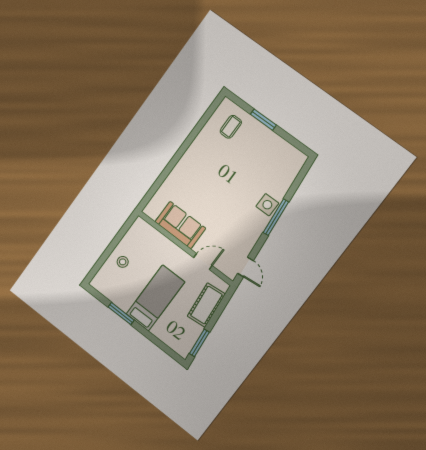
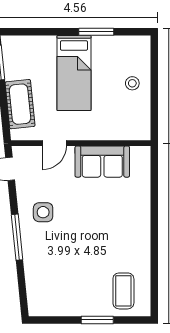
coffee table: (231, 127) -> (123, 291), width x1.36, depth x1.30
side table: (267, 205) -> (43, 212), moved

